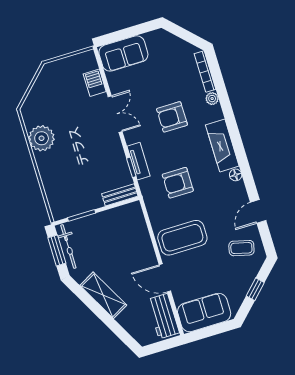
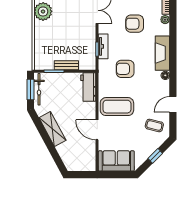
bench: (120, 195) -> (66, 65), moved
workbench: (163, 316) -> (88, 87), moved

